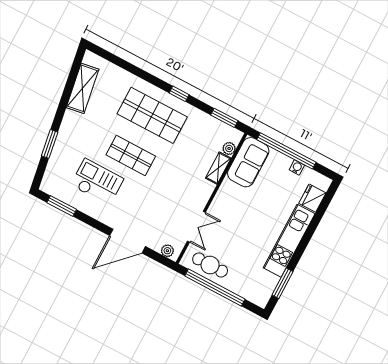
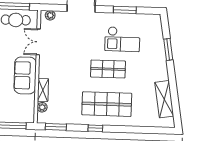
sofa: (248, 162) -> (25, 75), moved
window: (62, 206) -> (125, 10), moved

